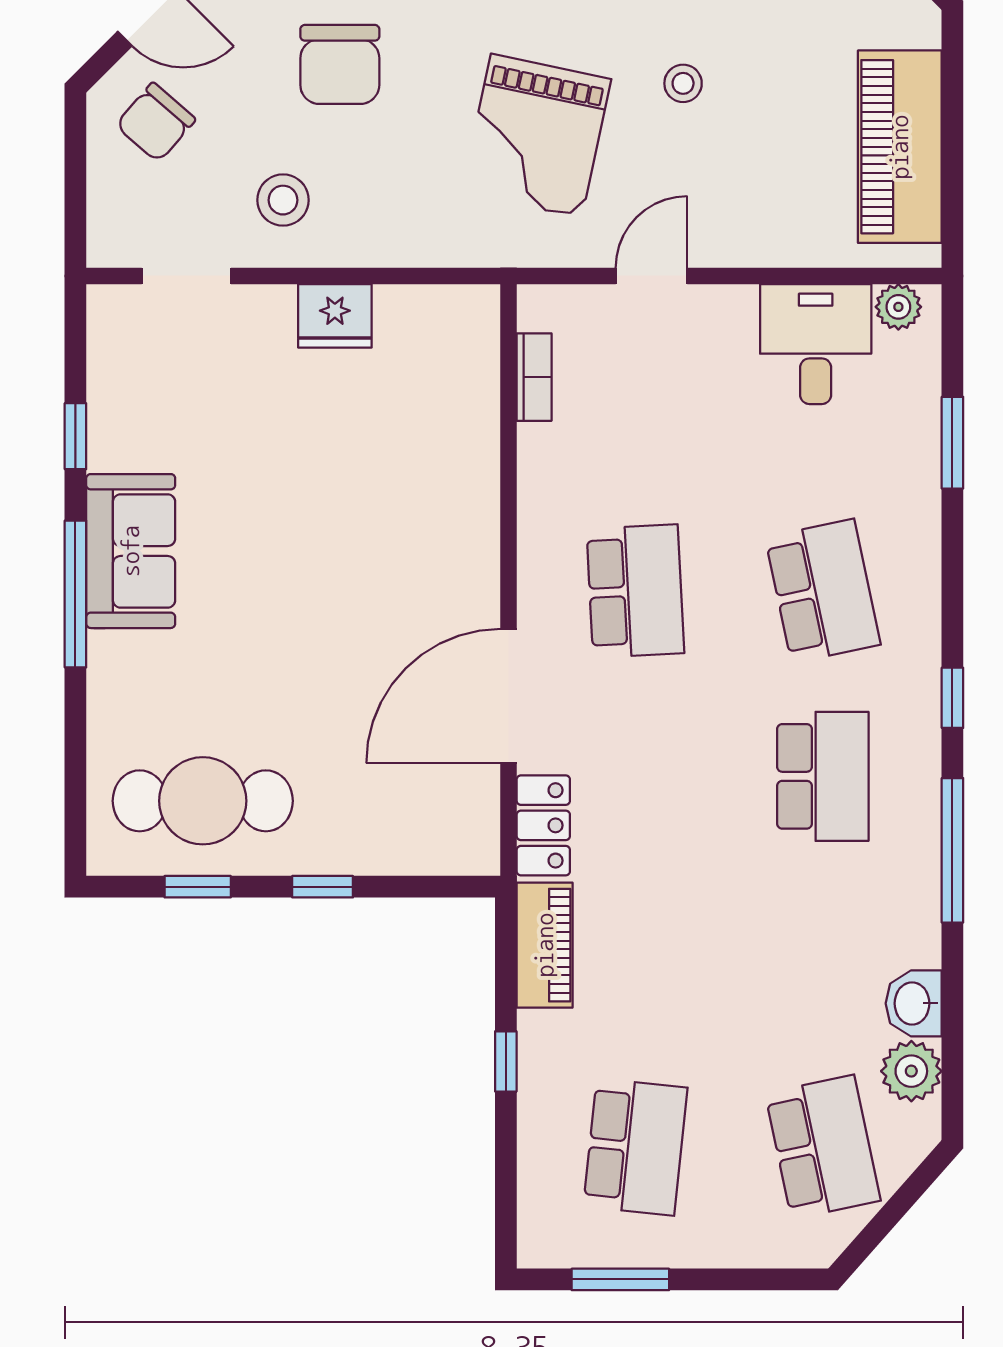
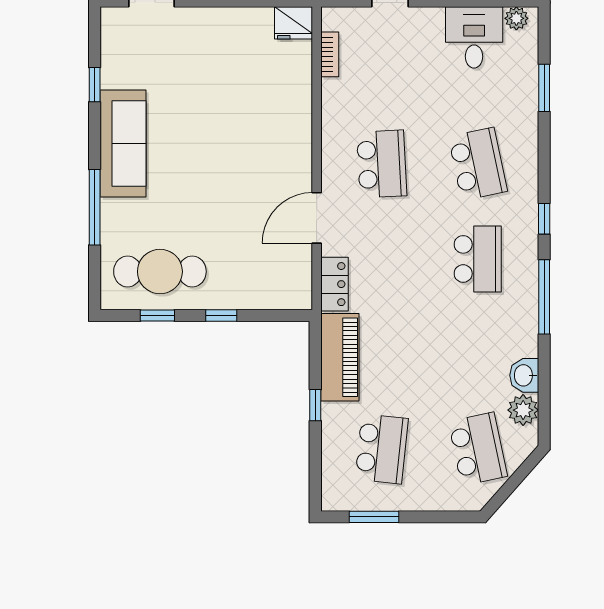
fridge: (335, 316) -> (294, 23), moved
sofa: (131, 551) -> (123, 143), width x1.36
window: (75, 594) -> (95, 207), moved
door: (509, 696) -> (317, 218), width x0.73
piano: (545, 945) -> (340, 357), width x1.37, depth x1.33

